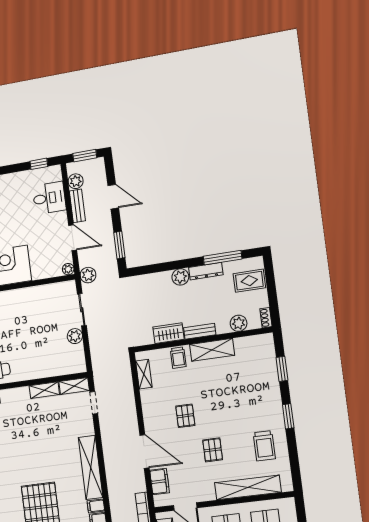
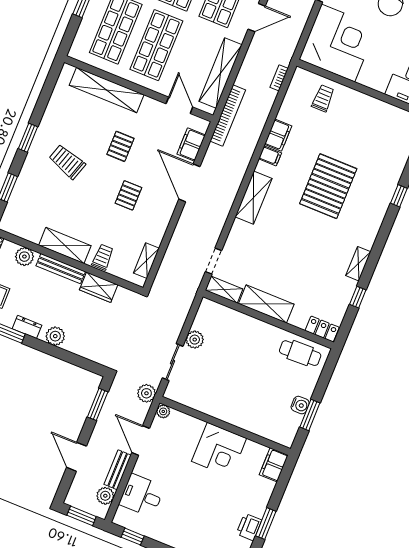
dresser: (206, 271) -> (27, 327), width x0.70
bench: (200, 331) -> (61, 269), width x1.36
shelving: (44, 390) -> (266, 304), width x1.50, depth x1.33
trolley: (264, 446) -> (67, 162), moved, turned -72
shelving: (91, 467) -> (254, 198), width x0.68

